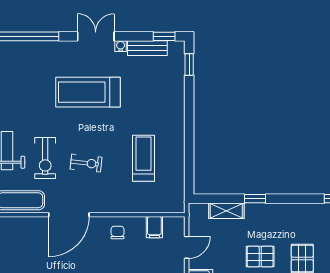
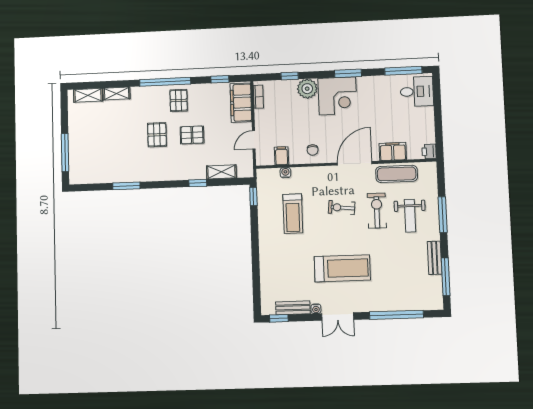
window: (189, 65) -> (253, 196), moved
water cooler: (150, 207) -> (285, 173), added
filing cabinet: (24, 227) -> (393, 152), added

